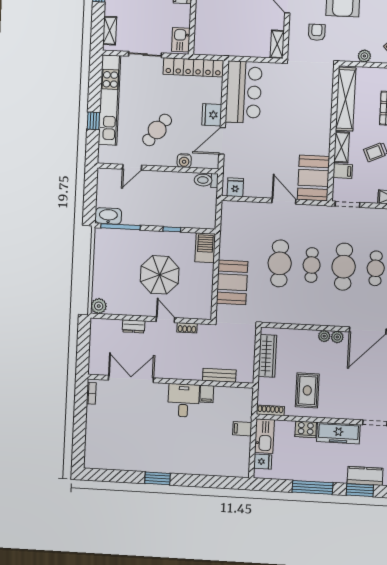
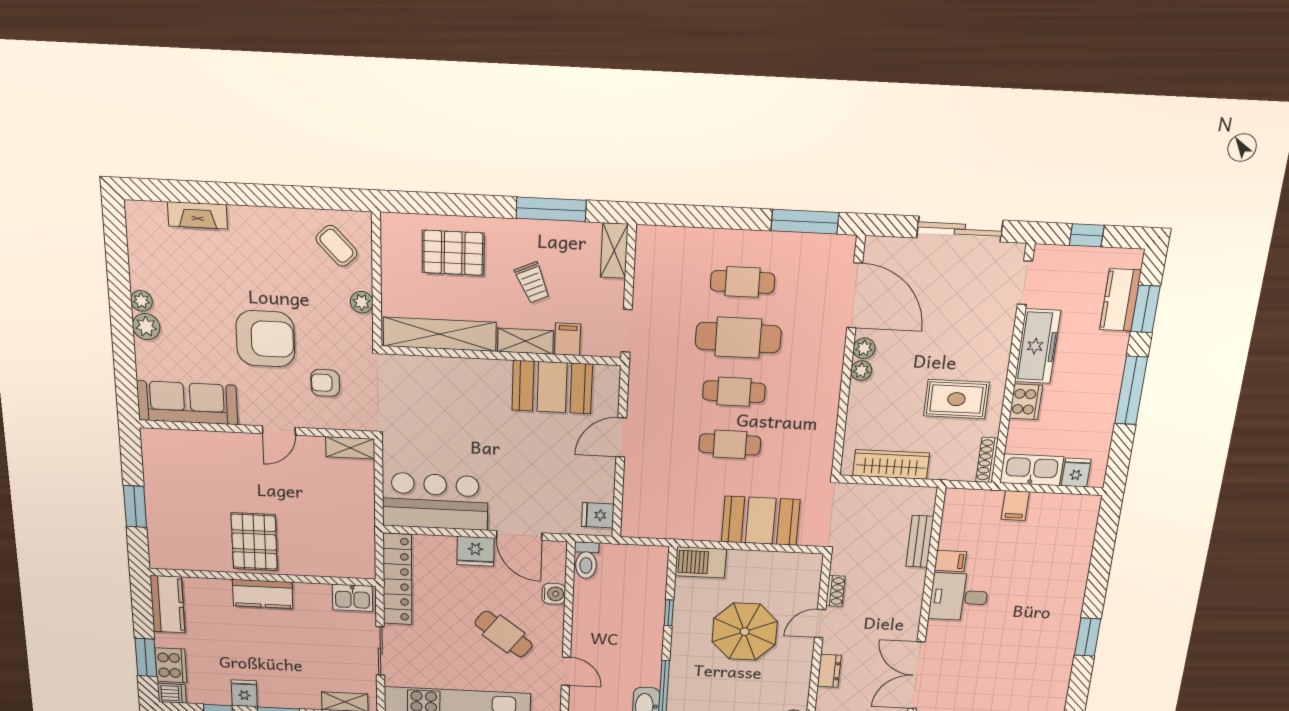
booth: (313, 178) -> (552, 387), moved
cafe table: (280, 263) -> (730, 444), width x0.73, depth x0.74

